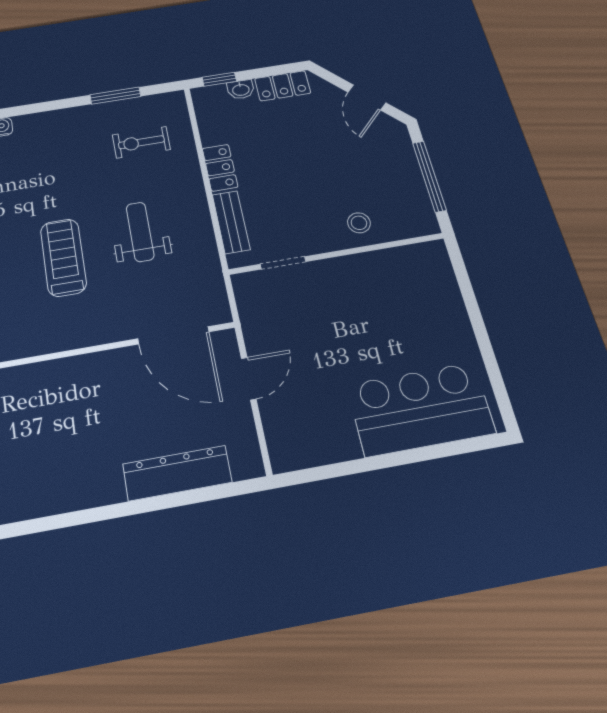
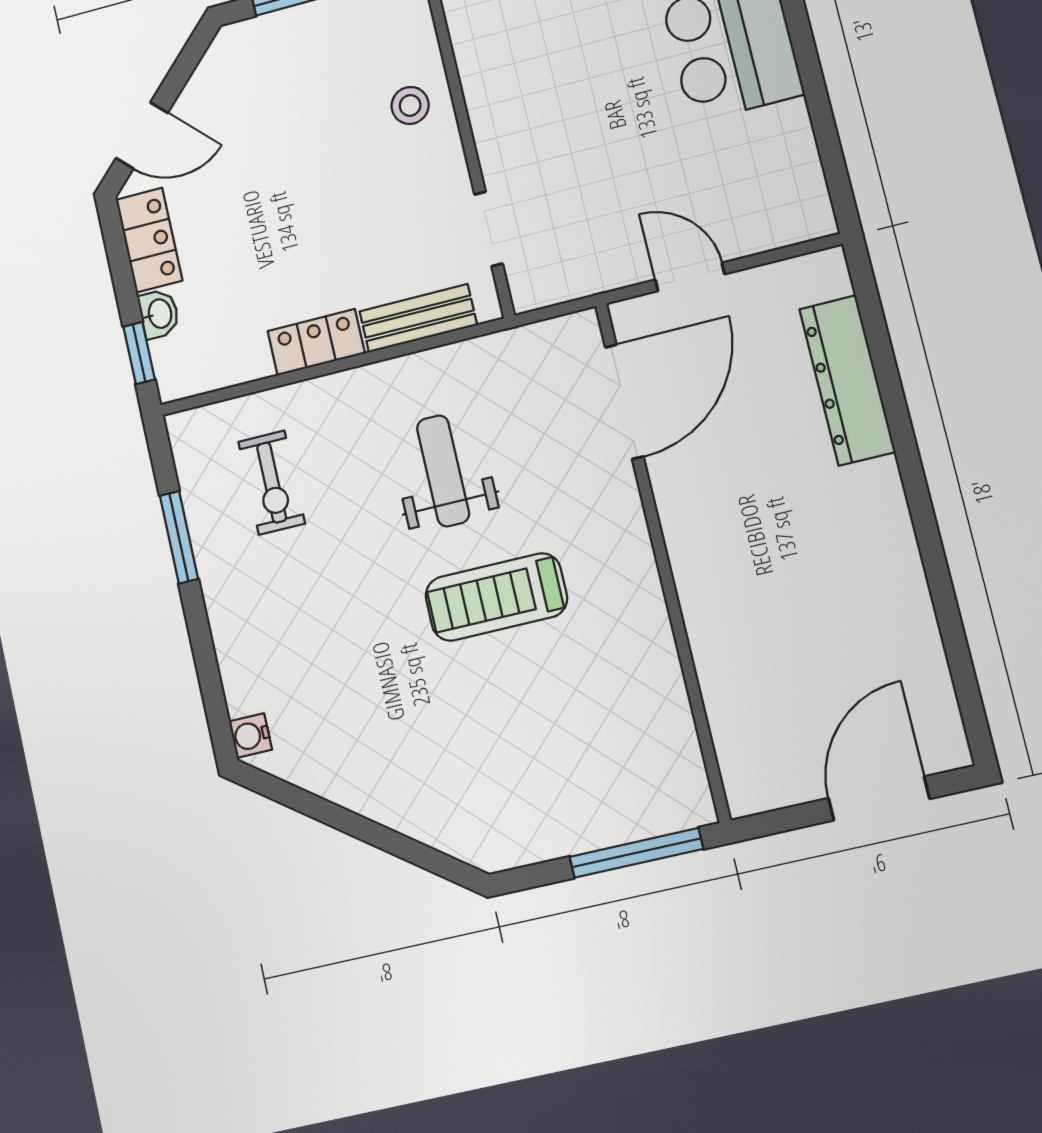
door: (367, 97) -> (142, 136), moved
weight bench: (140, 232) -> (443, 471), turned 90

